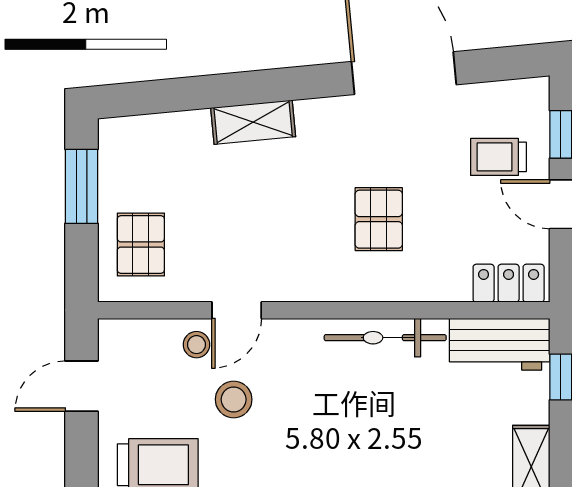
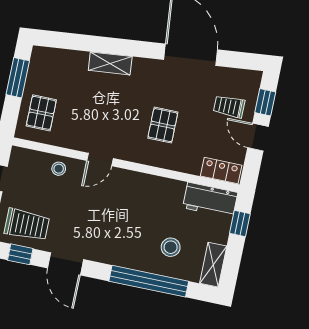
door: (237, 310) -> (100, 159), moved
bicycle: (385, 338) -> (154, 185), removed
stool: (234, 399) -> (171, 247), moved

